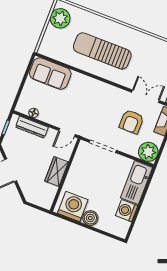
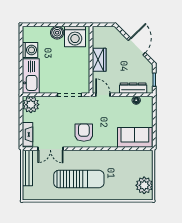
sun lounger: (102, 51) -> (79, 179), moved
armchair: (131, 122) -> (84, 133), moved
door: (67, 132) -> (103, 95), hinge flipped

